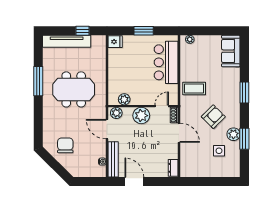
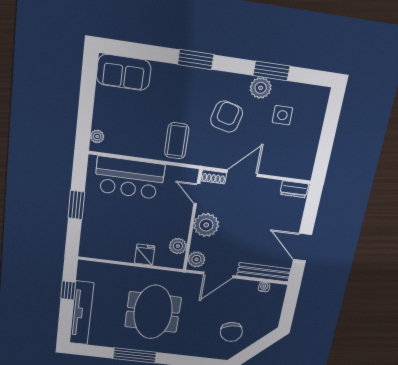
fridge: (115, 42) -> (145, 255), moved
armchair: (213, 117) -> (227, 117), turned 59
chair: (65, 145) -> (231, 332), turned -102
door: (134, 181) -> (302, 247), hinge flipped

